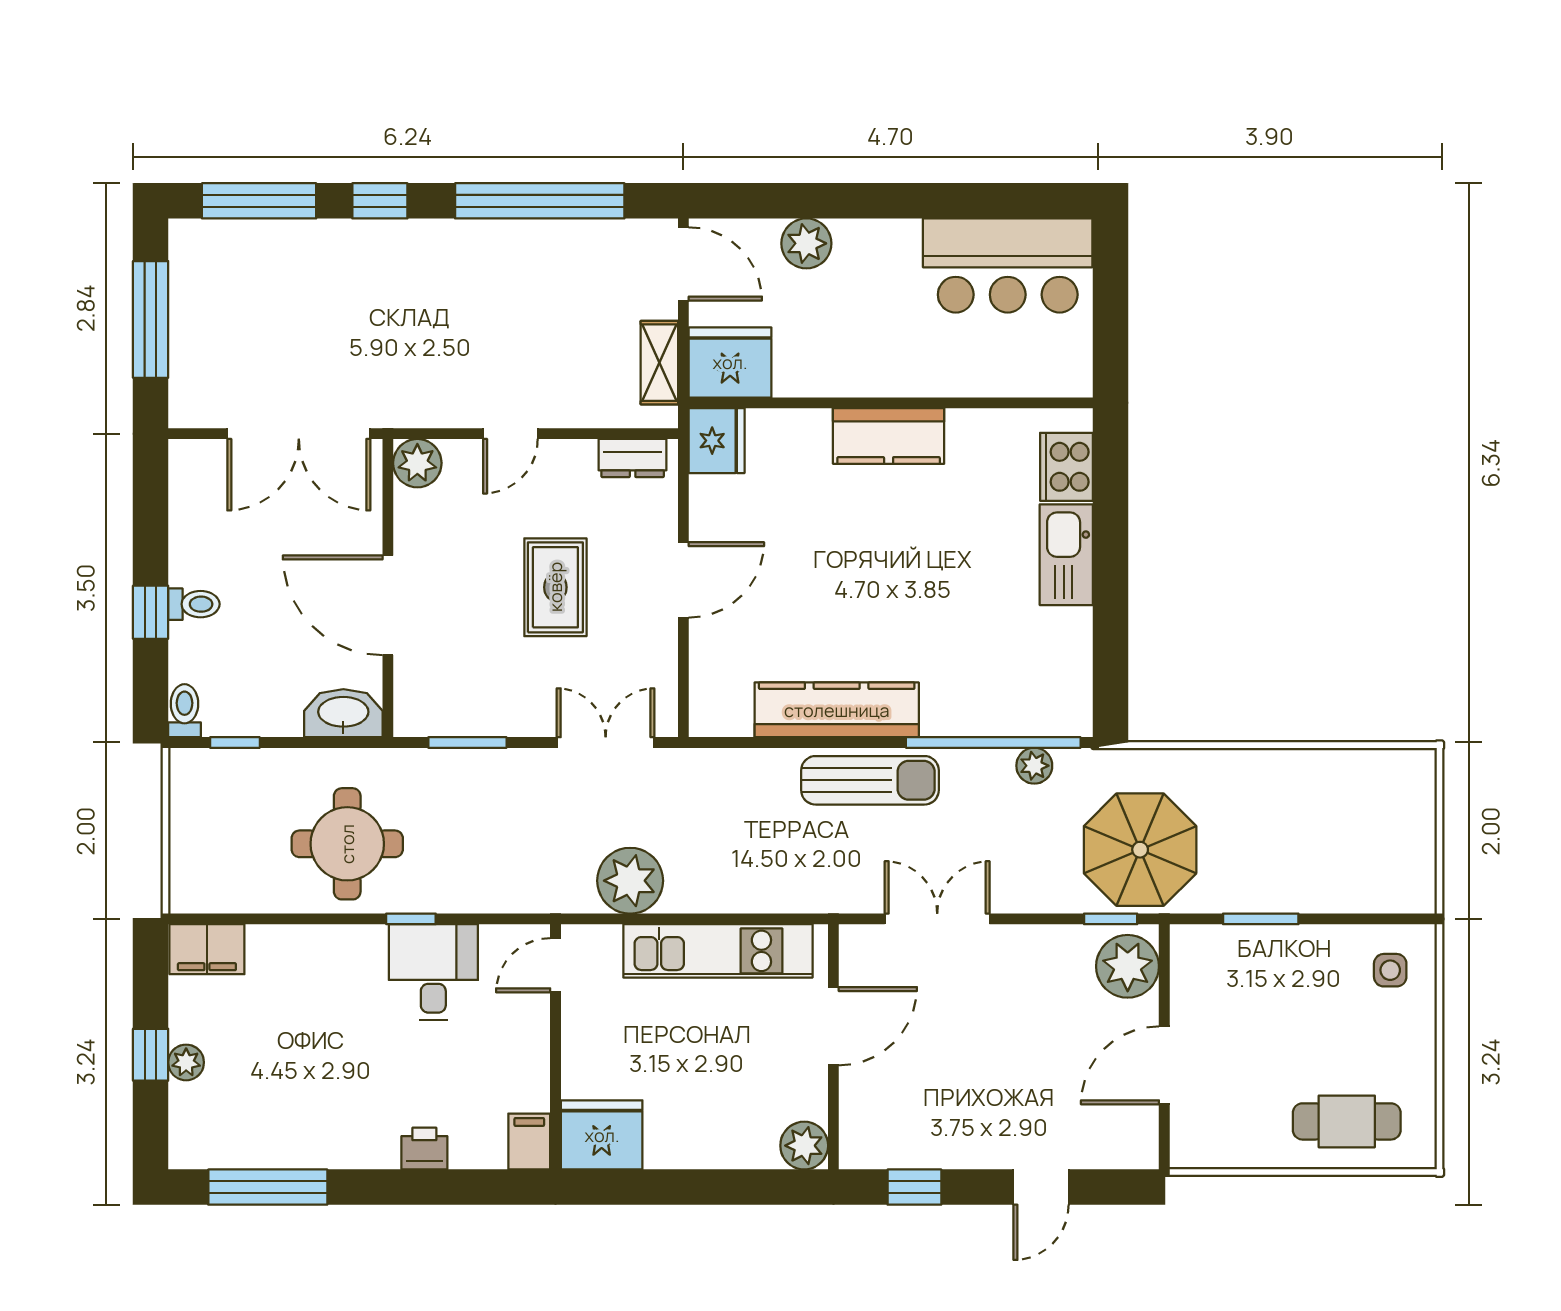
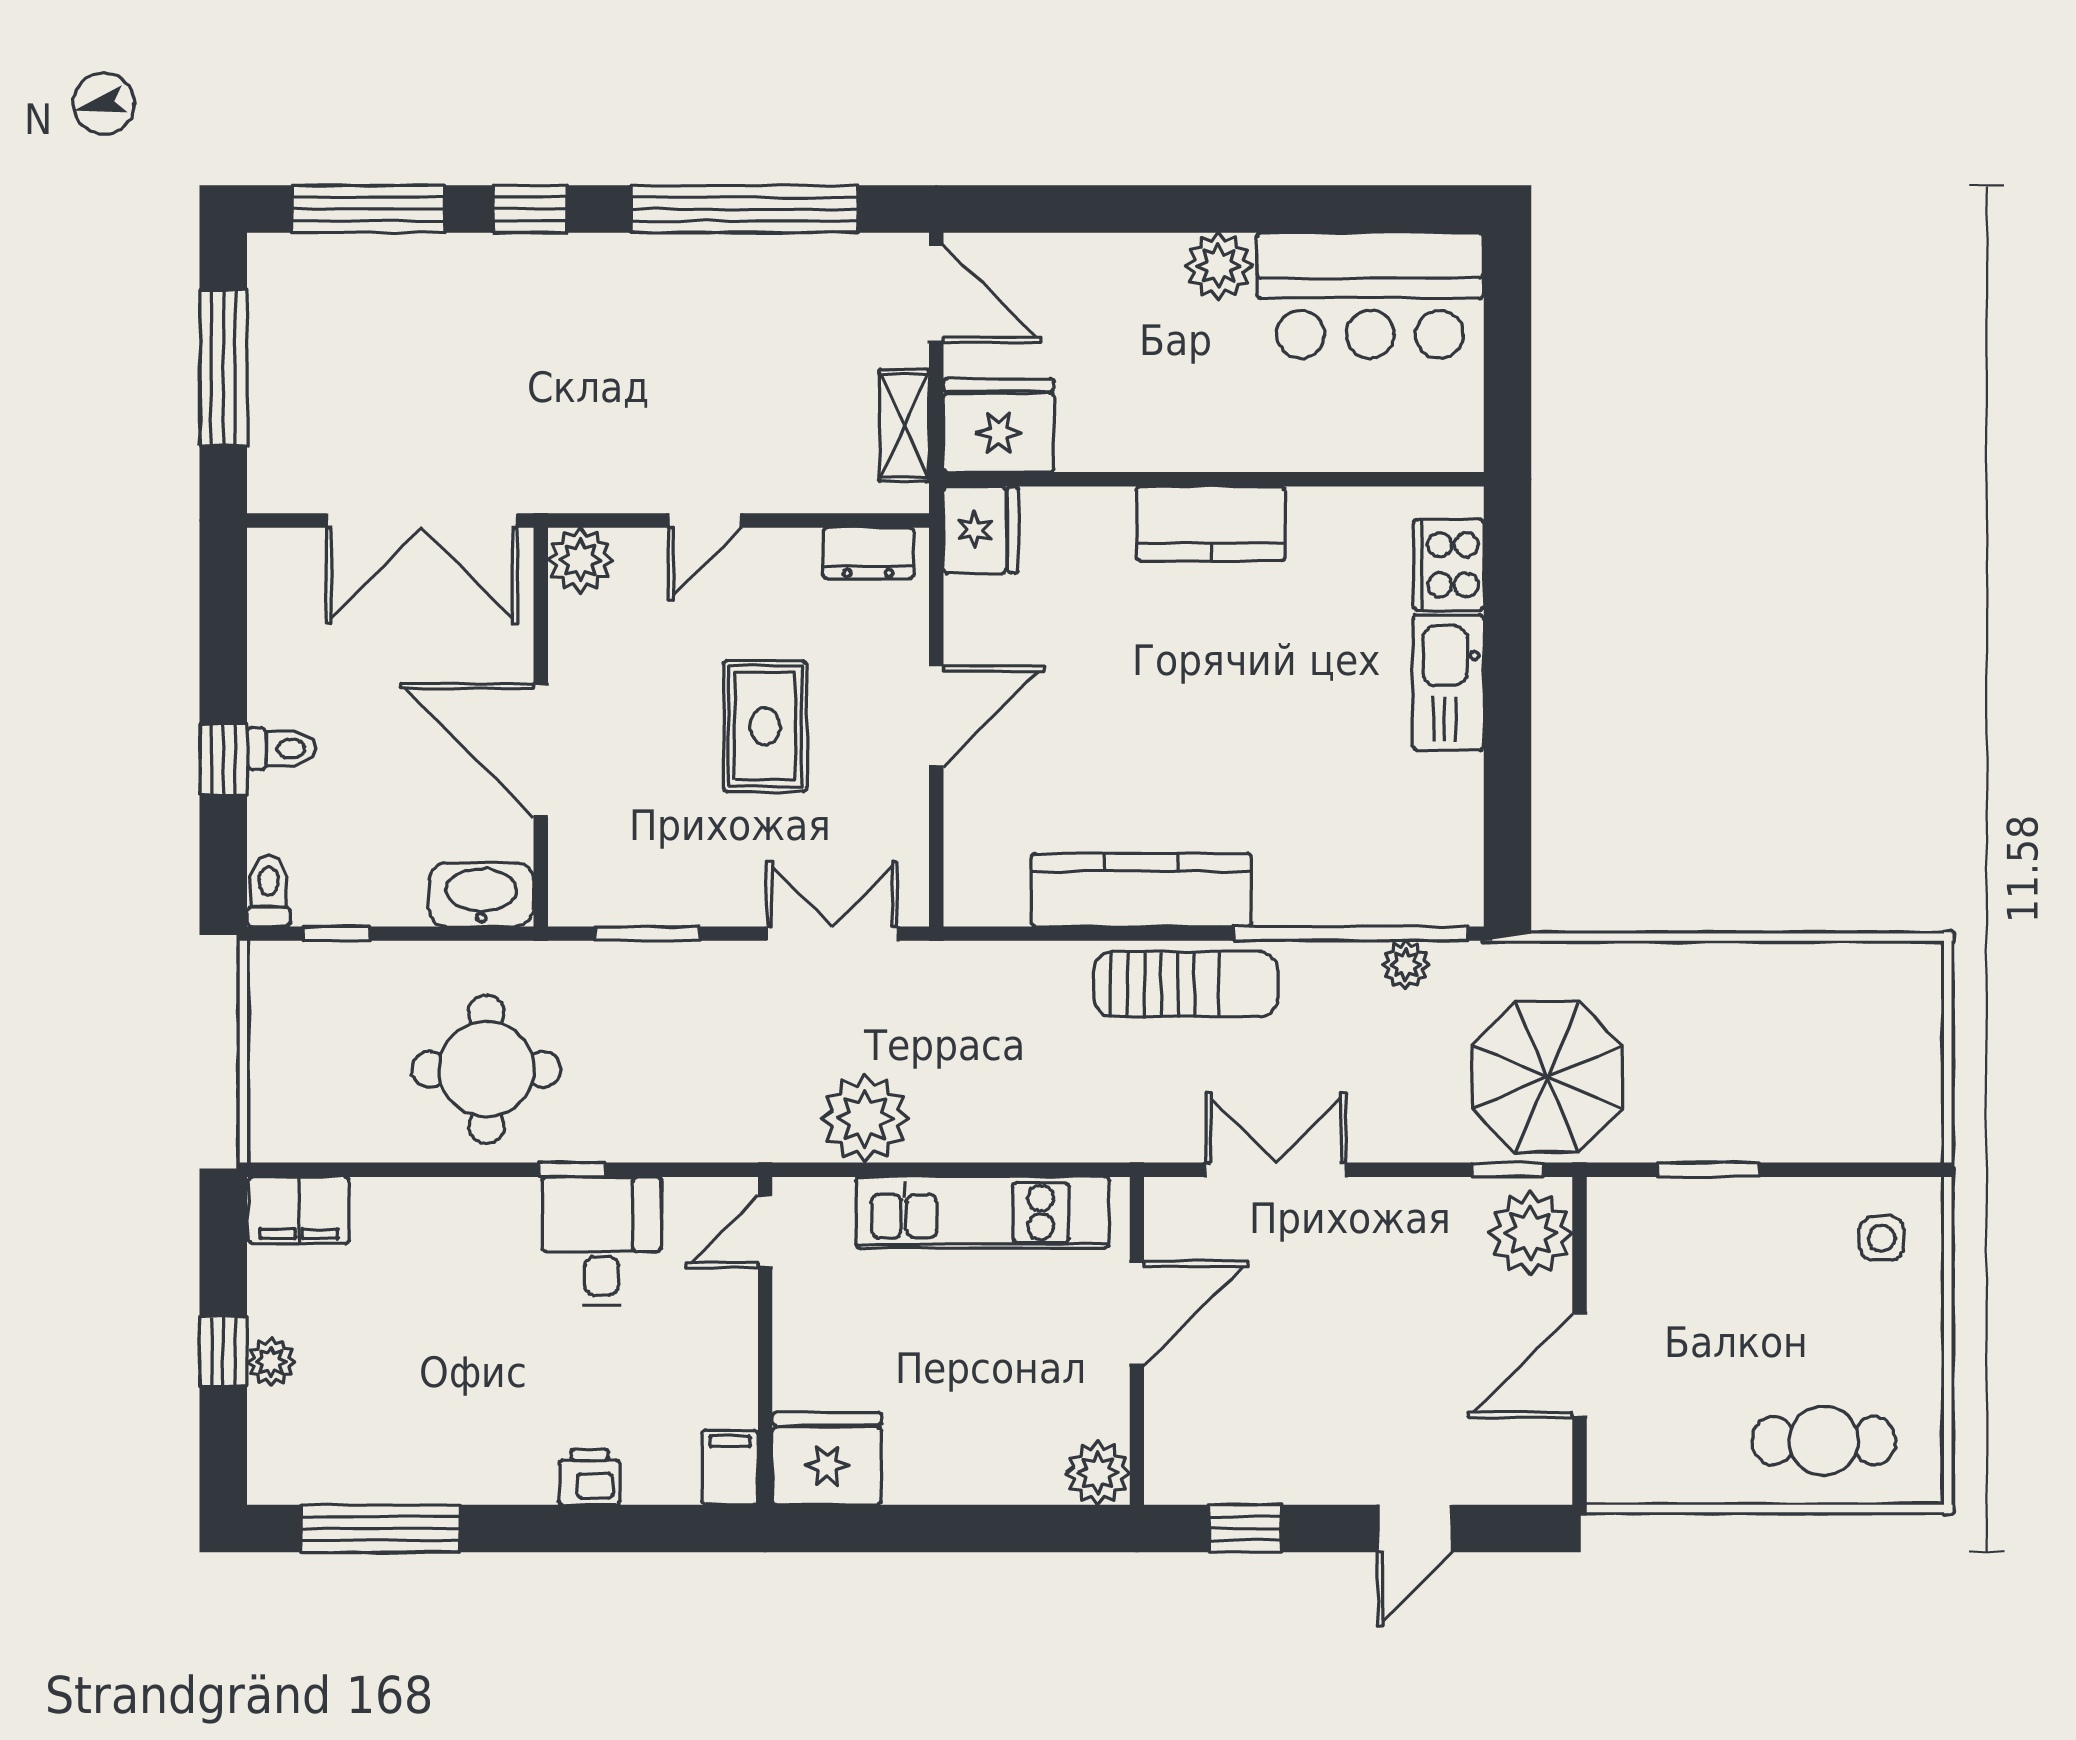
plant: (806, 243) -> (1219, 266), moved

